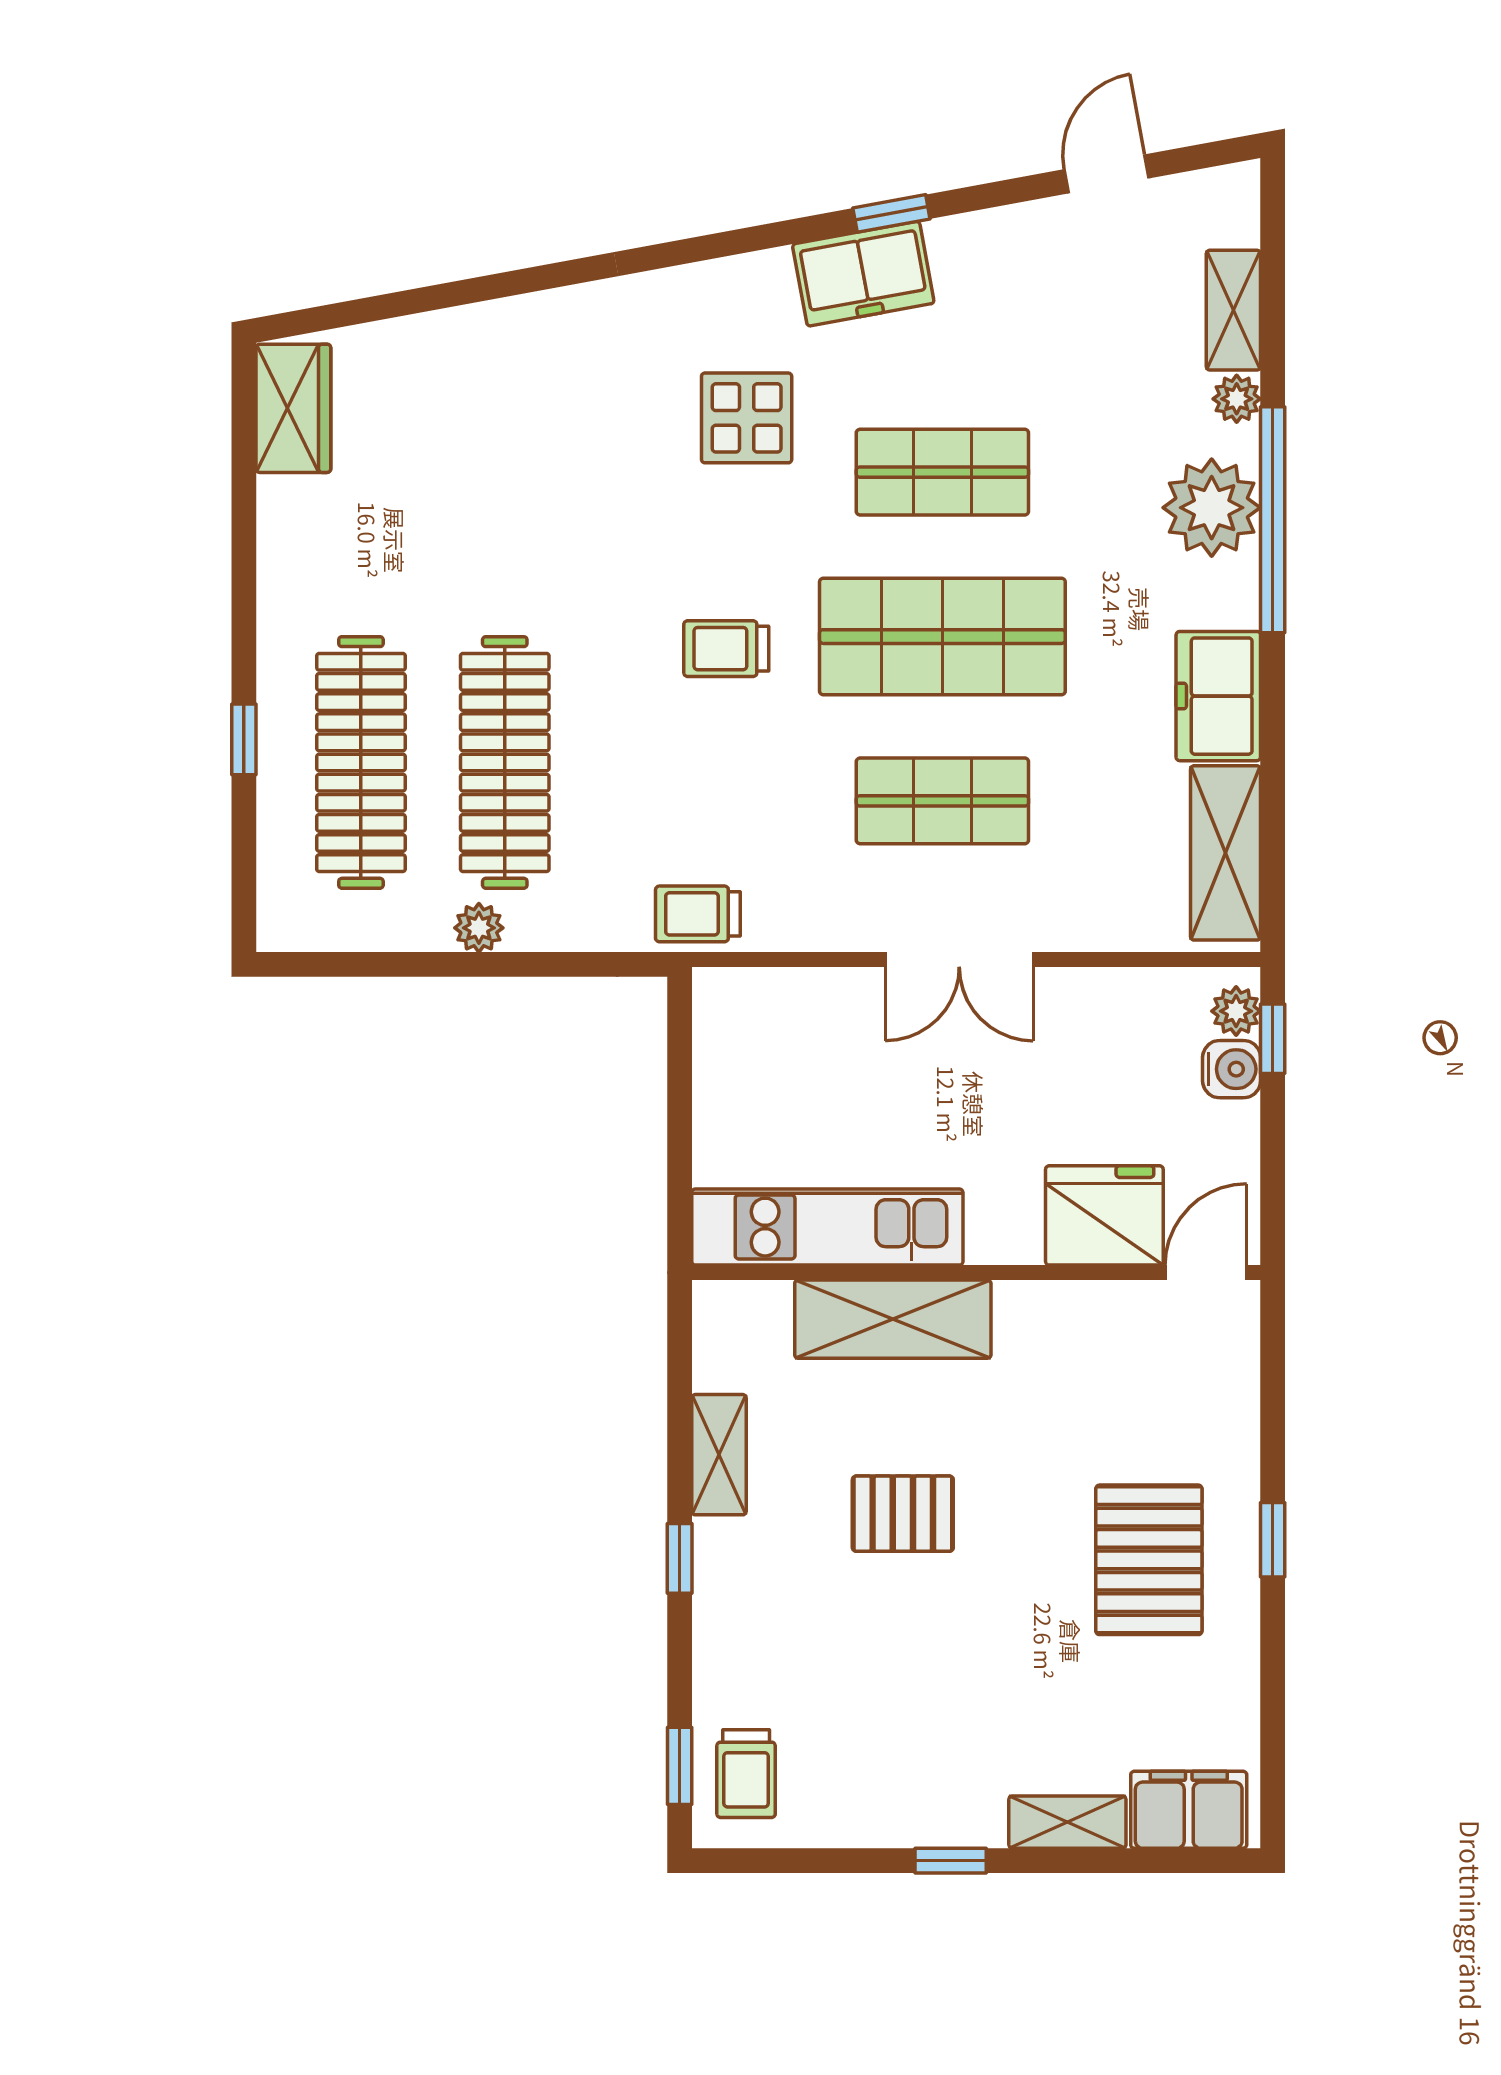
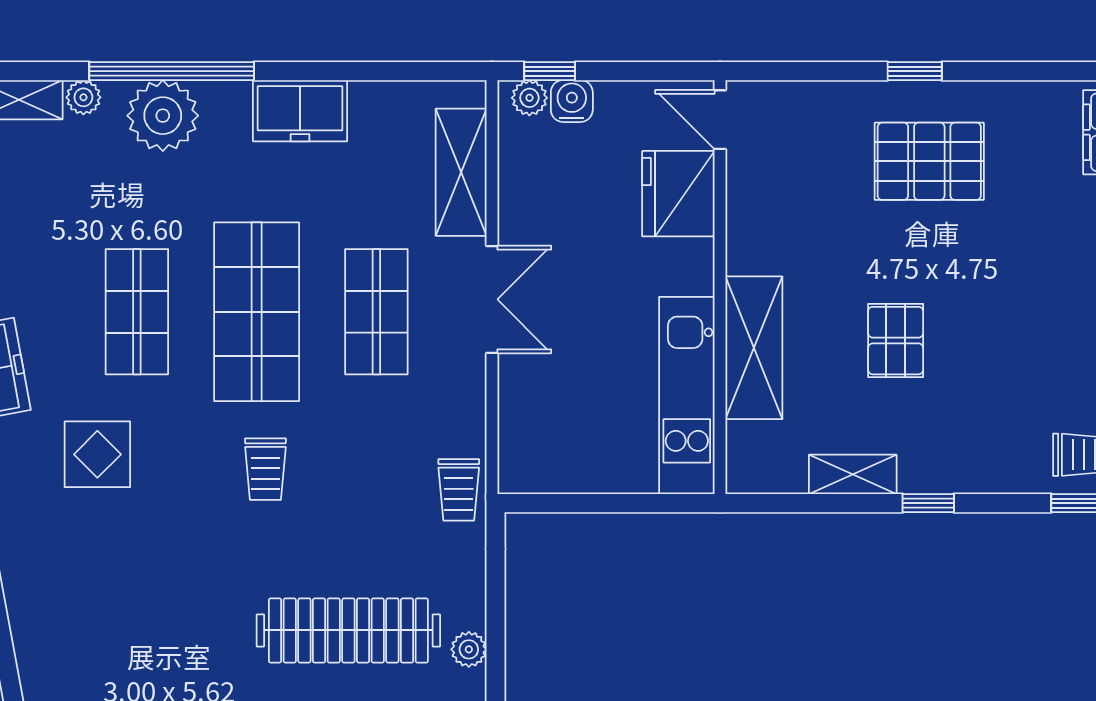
shelving: (1225, 853) -> (461, 172), moved, turned 90

